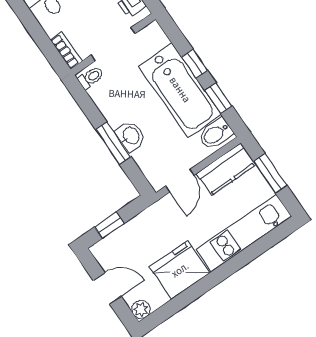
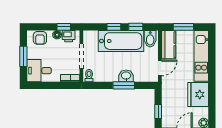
door: (180, 181) -> (160, 68), hinge flipped

